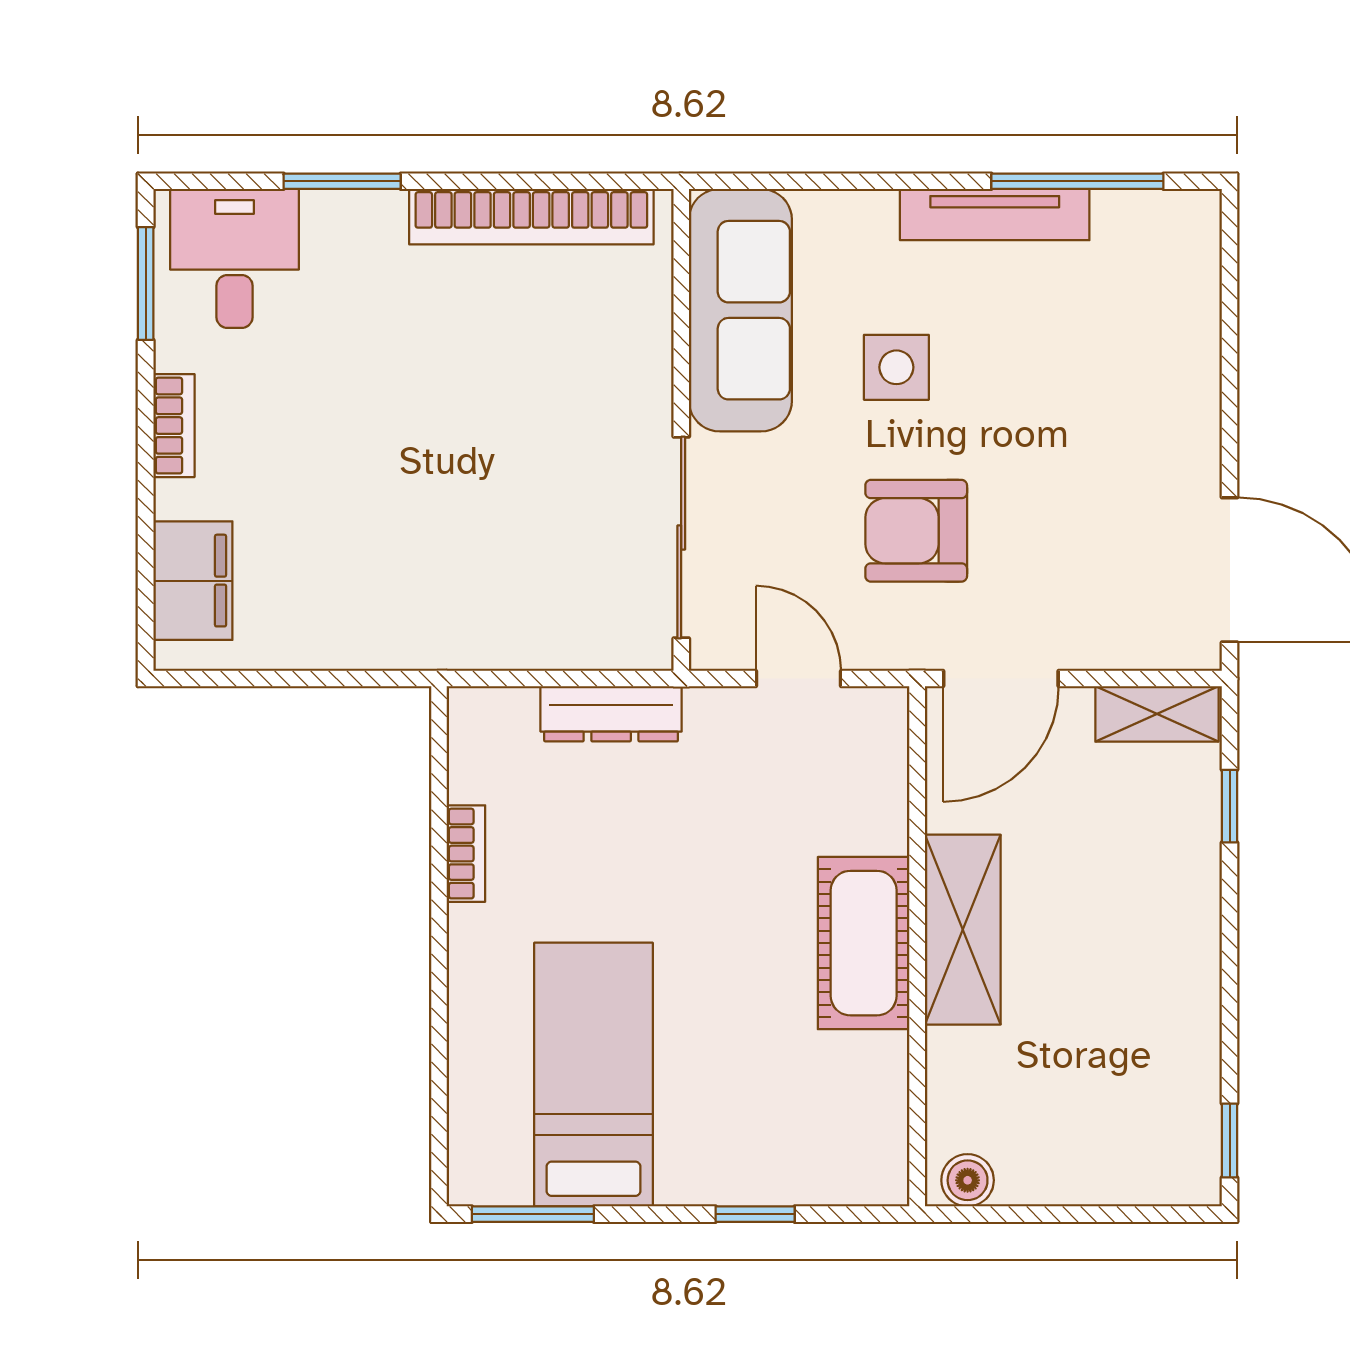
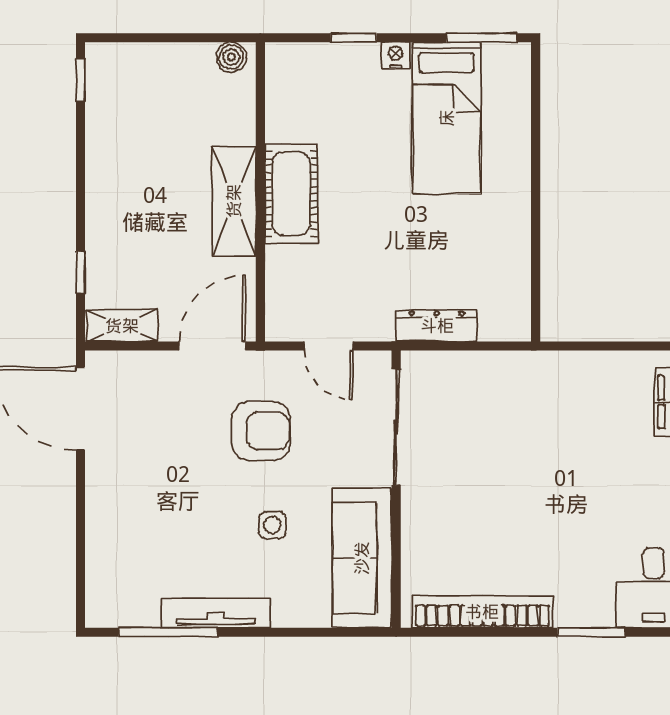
side table: (896, 367) -> (272, 525), width x0.73, depth x0.73
bookcase: (466, 854) -> (520, 245), removed
nightstand: (682, 1183) -> (395, 55), added

